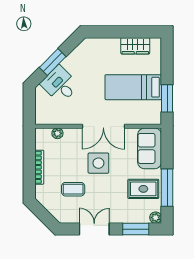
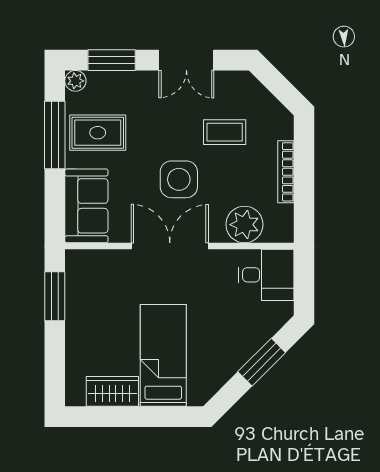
desk: (60, 85) -> (266, 275), moved, turned -45
bed: (133, 87) -> (163, 355), moved, turned -90
plant: (57, 133) -> (244, 225), width x1.88, depth x1.88

